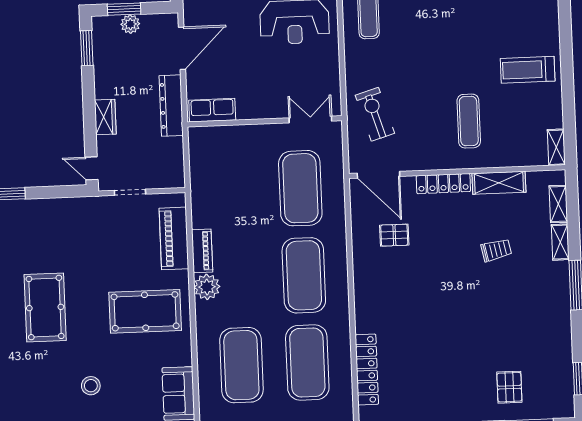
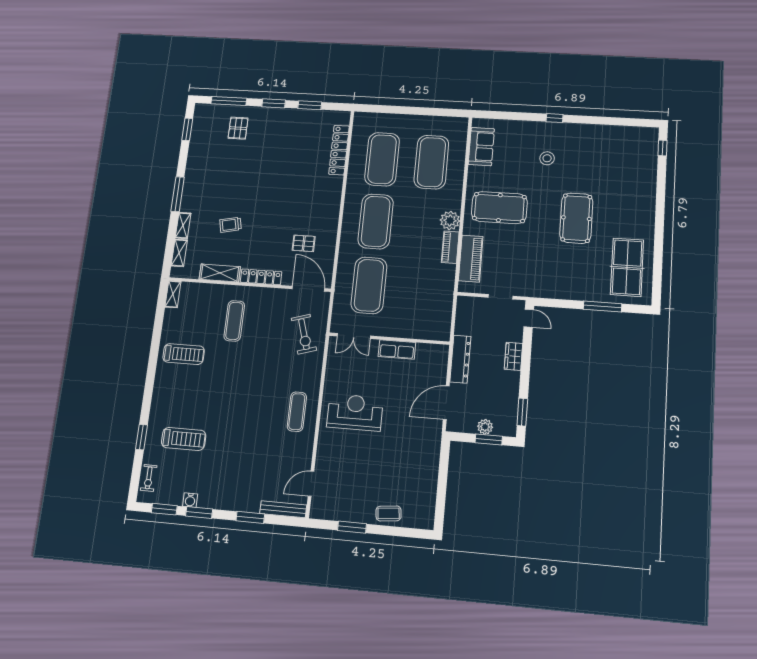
row of seats: (212, 110) -> (397, 349), moved

